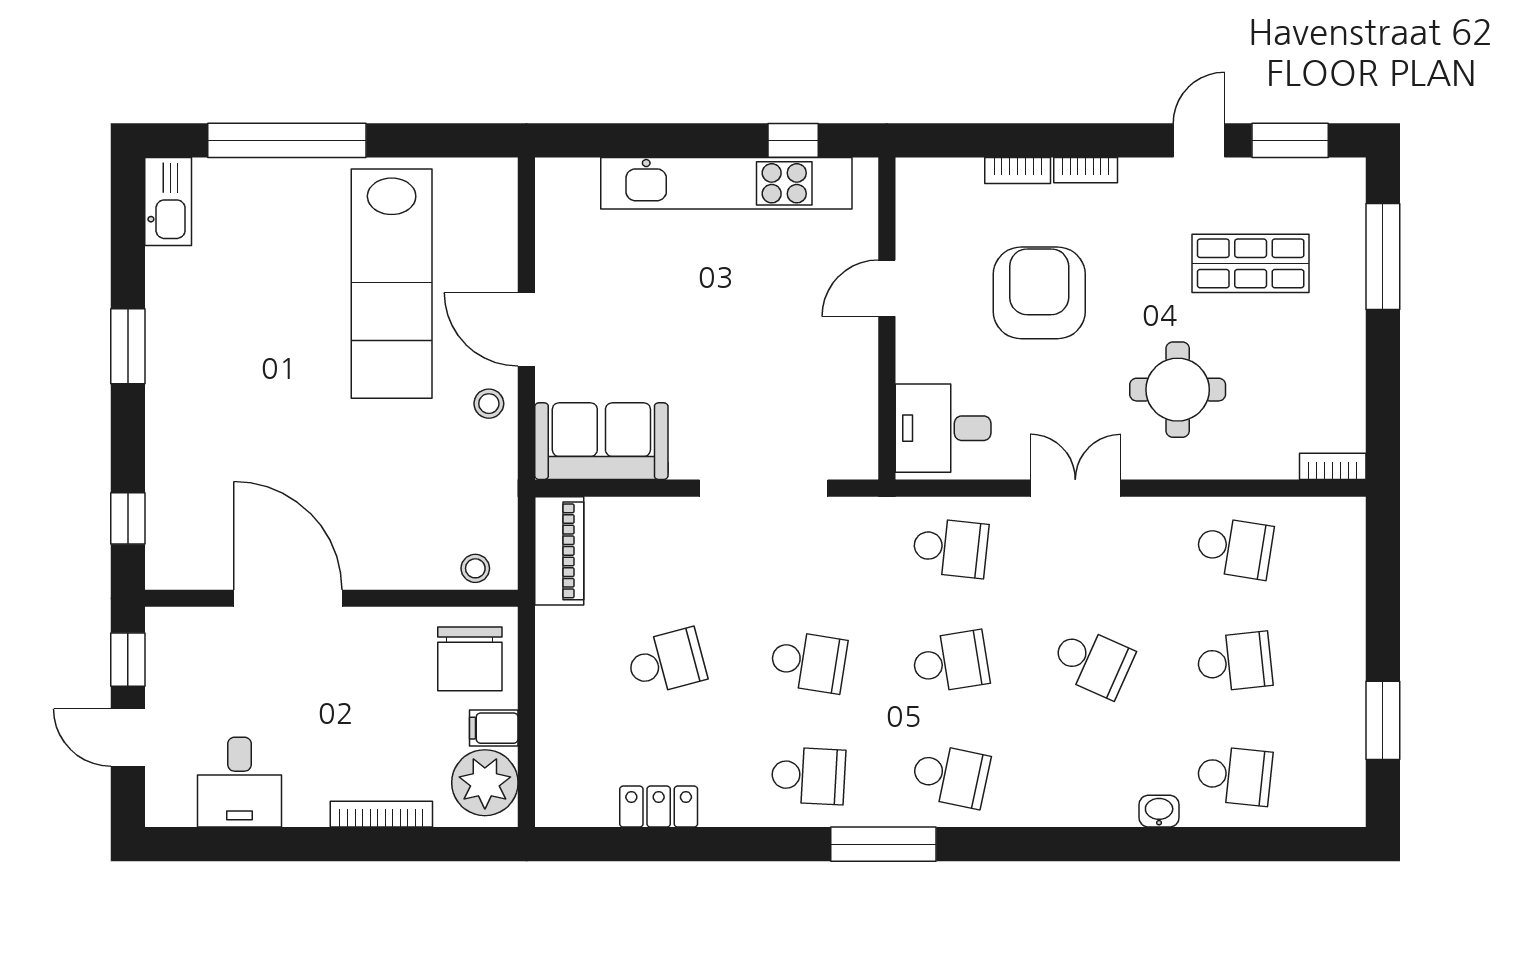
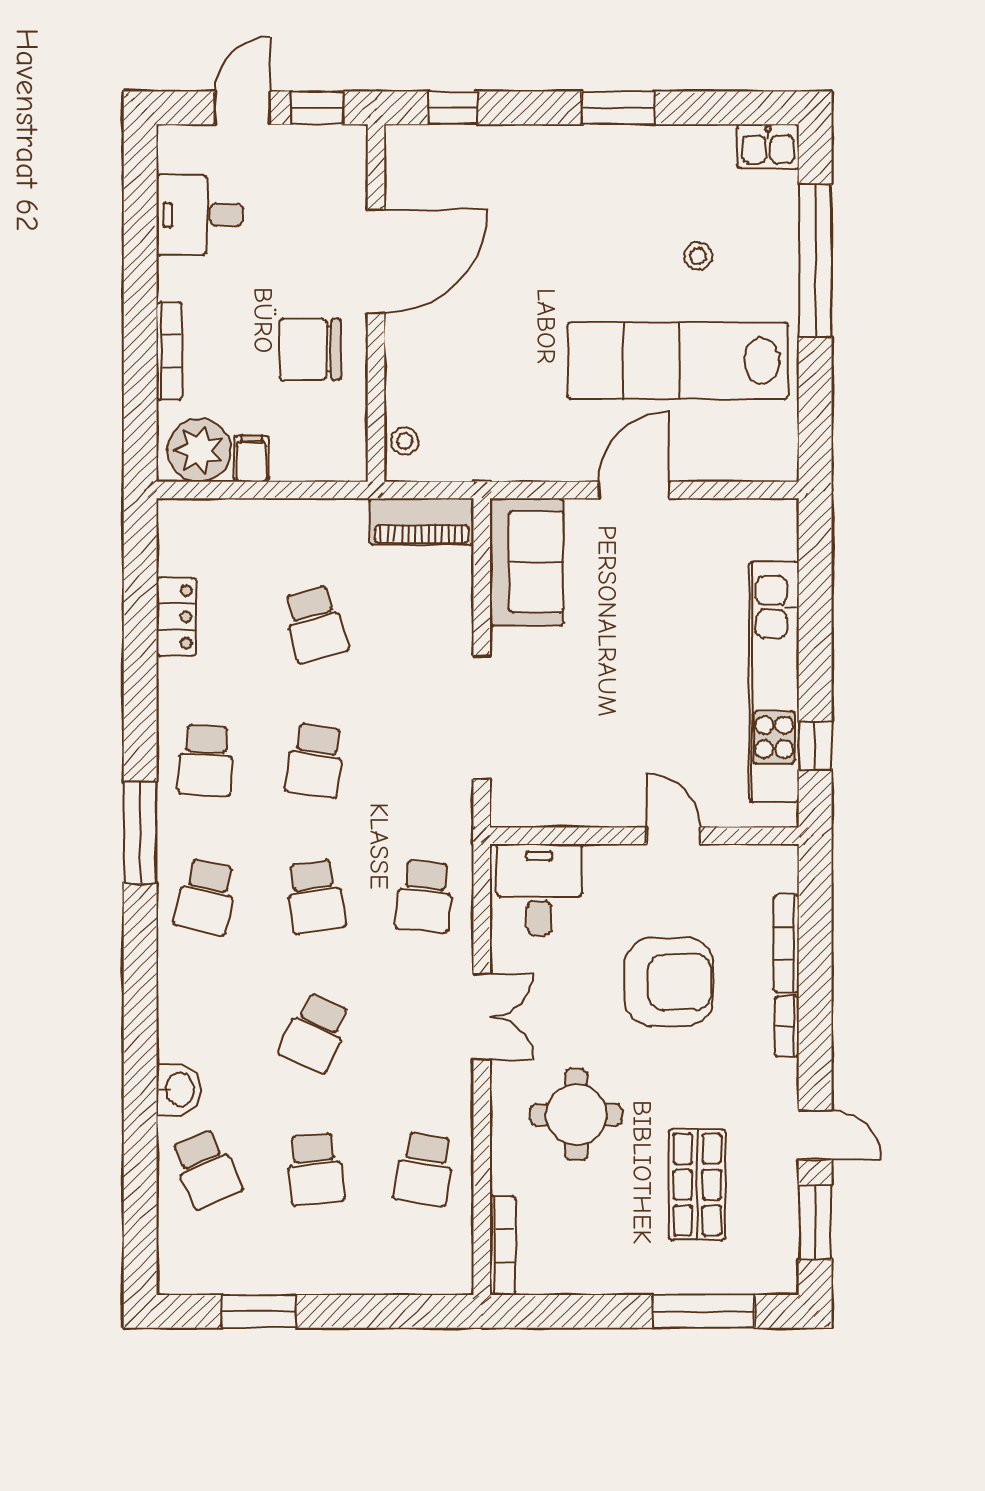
bookcase: (1018, 170) -> (786, 944), width x1.56
kitchen sink: (168, 202) -> (768, 146), width x0.73
stool: (489, 404) -> (698, 256), moved
bookcase: (1333, 466) -> (503, 1245), width x1.56
chair: (470, 659) -> (310, 349), moved
school desk: (1234, 776) -> (206, 1169), turned -30
washbasin: (1159, 811) -> (179, 1089), width x1.38, depth x1.45

